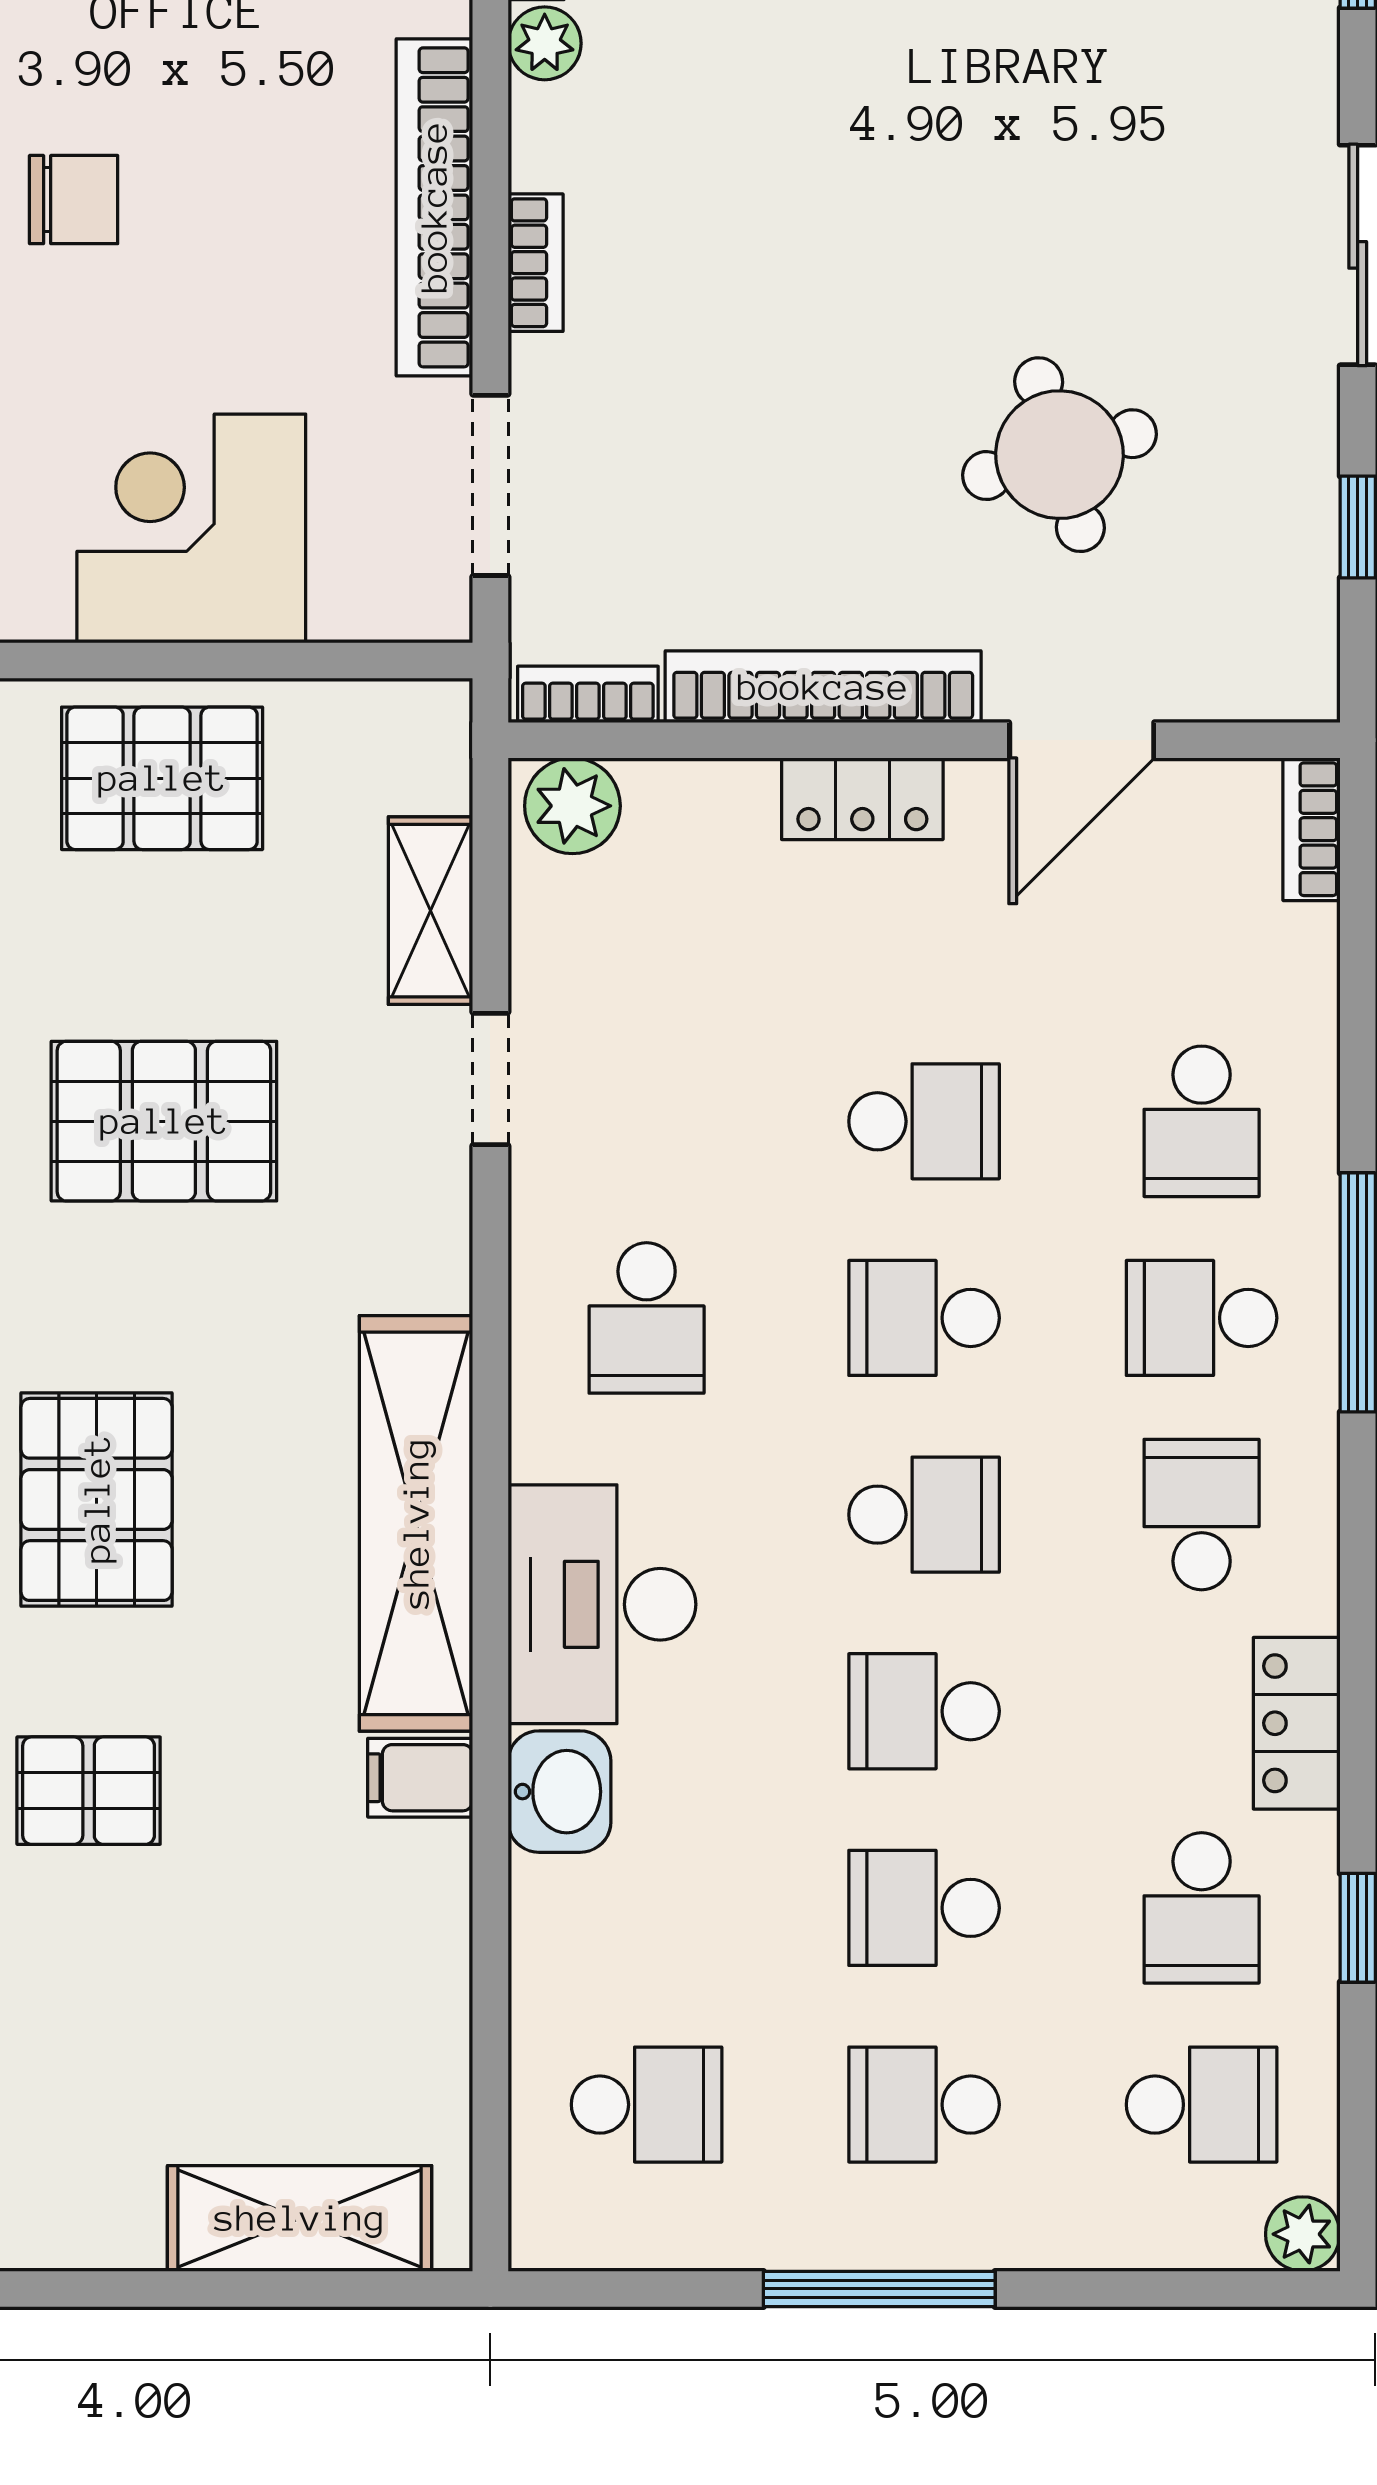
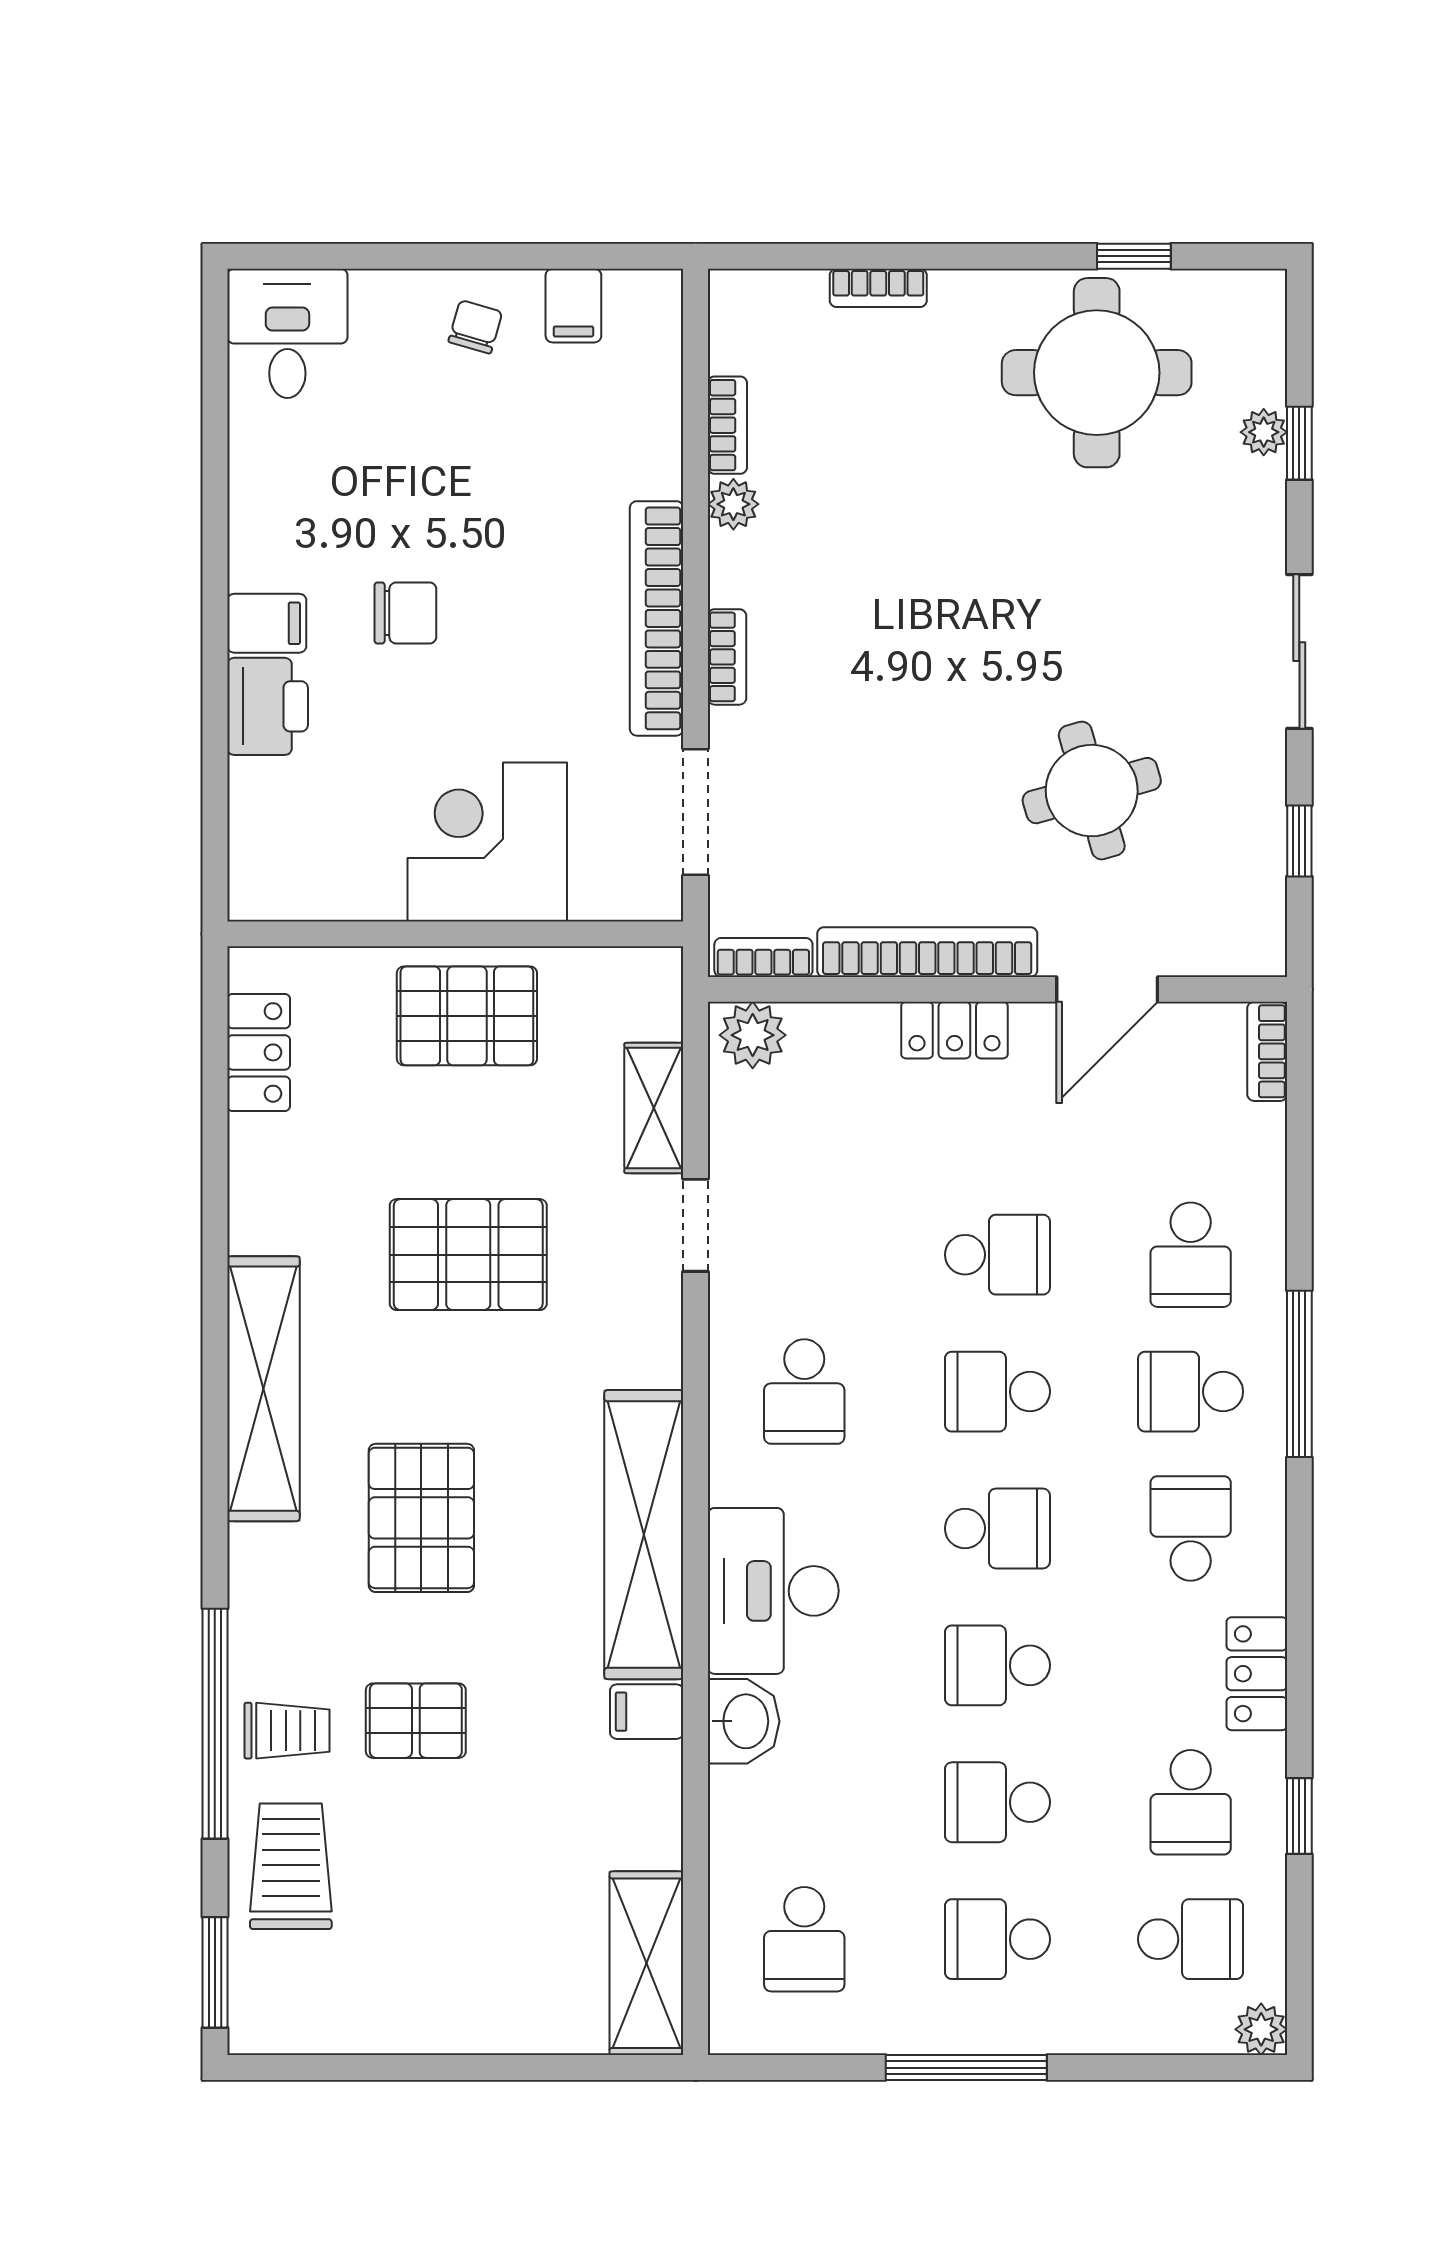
school desk: (647, 2105) -> (804, 1939), turned 90
shelving: (300, 2218) -> (646, 1963), moved, turned 90

